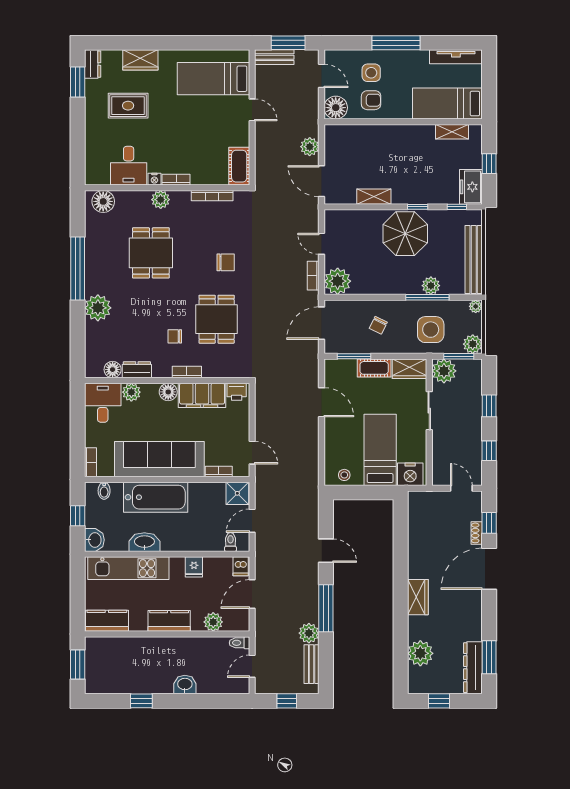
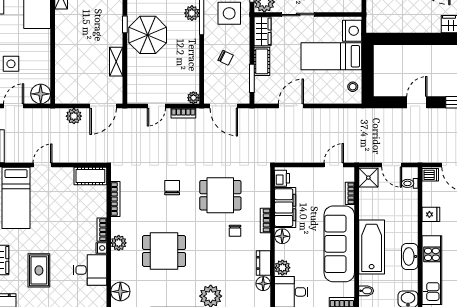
armchair: (371, 100) -> (34, 64), removed
plant: (338, 281) -> (193, 98), width x0.53, depth x0.53

